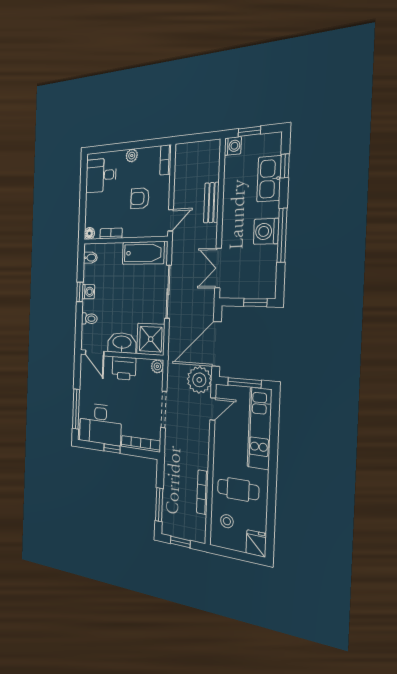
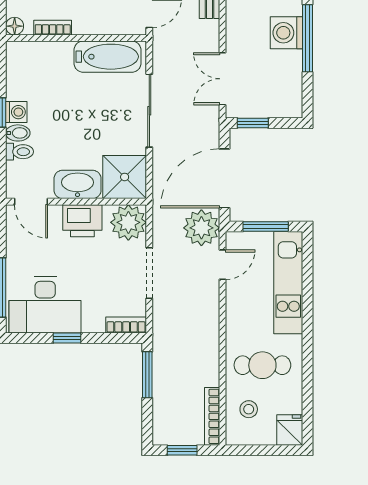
bidet: (90, 258) -> (18, 133), moved
window: (255, 303) -> (253, 123), moved
plant: (157, 366) -> (128, 222), width x1.88, depth x1.88
bookcase: (141, 444) -> (126, 325), width x0.64
bookcase: (202, 492) -> (212, 416), moved
window: (159, 505) -> (147, 375), moved

